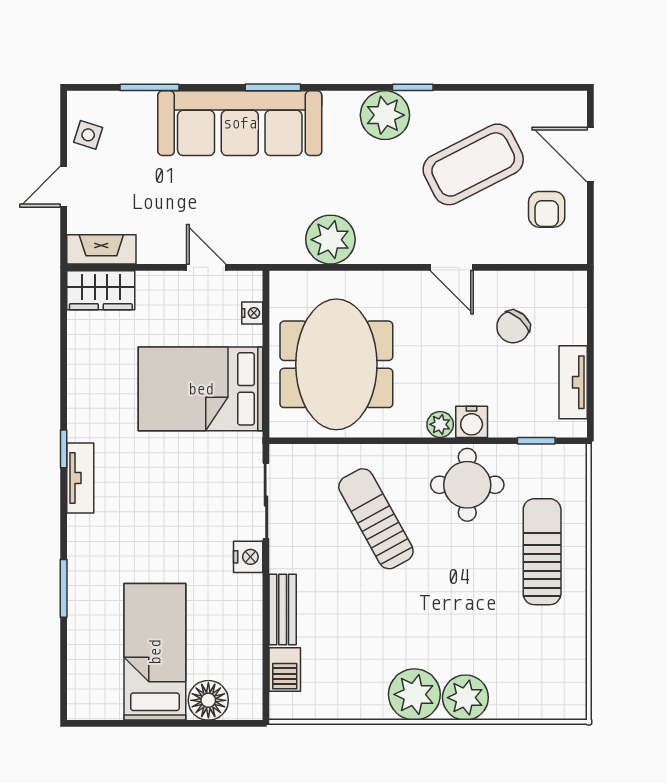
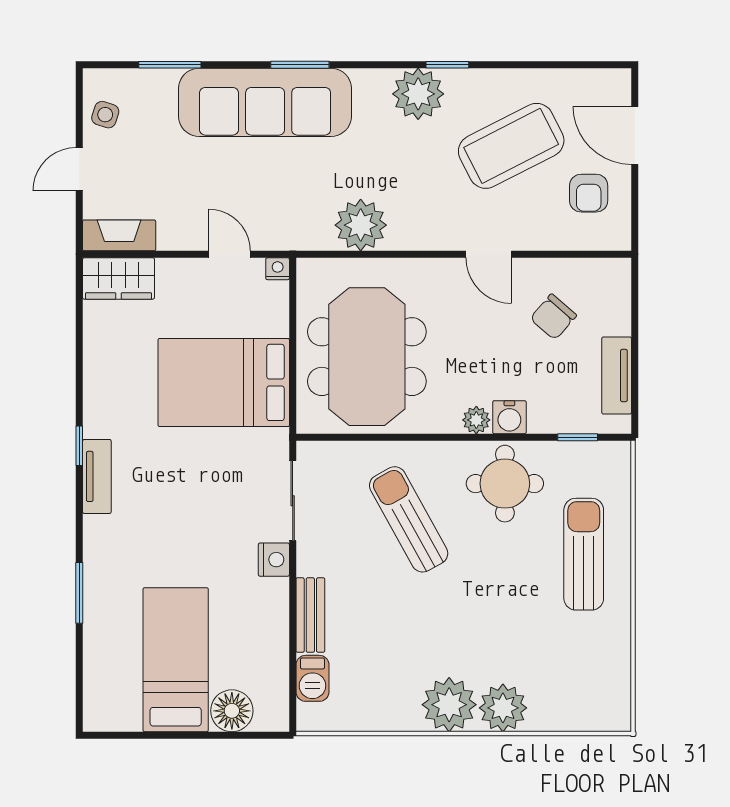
nightstand: (252, 313) -> (278, 269), moved, turned -90

